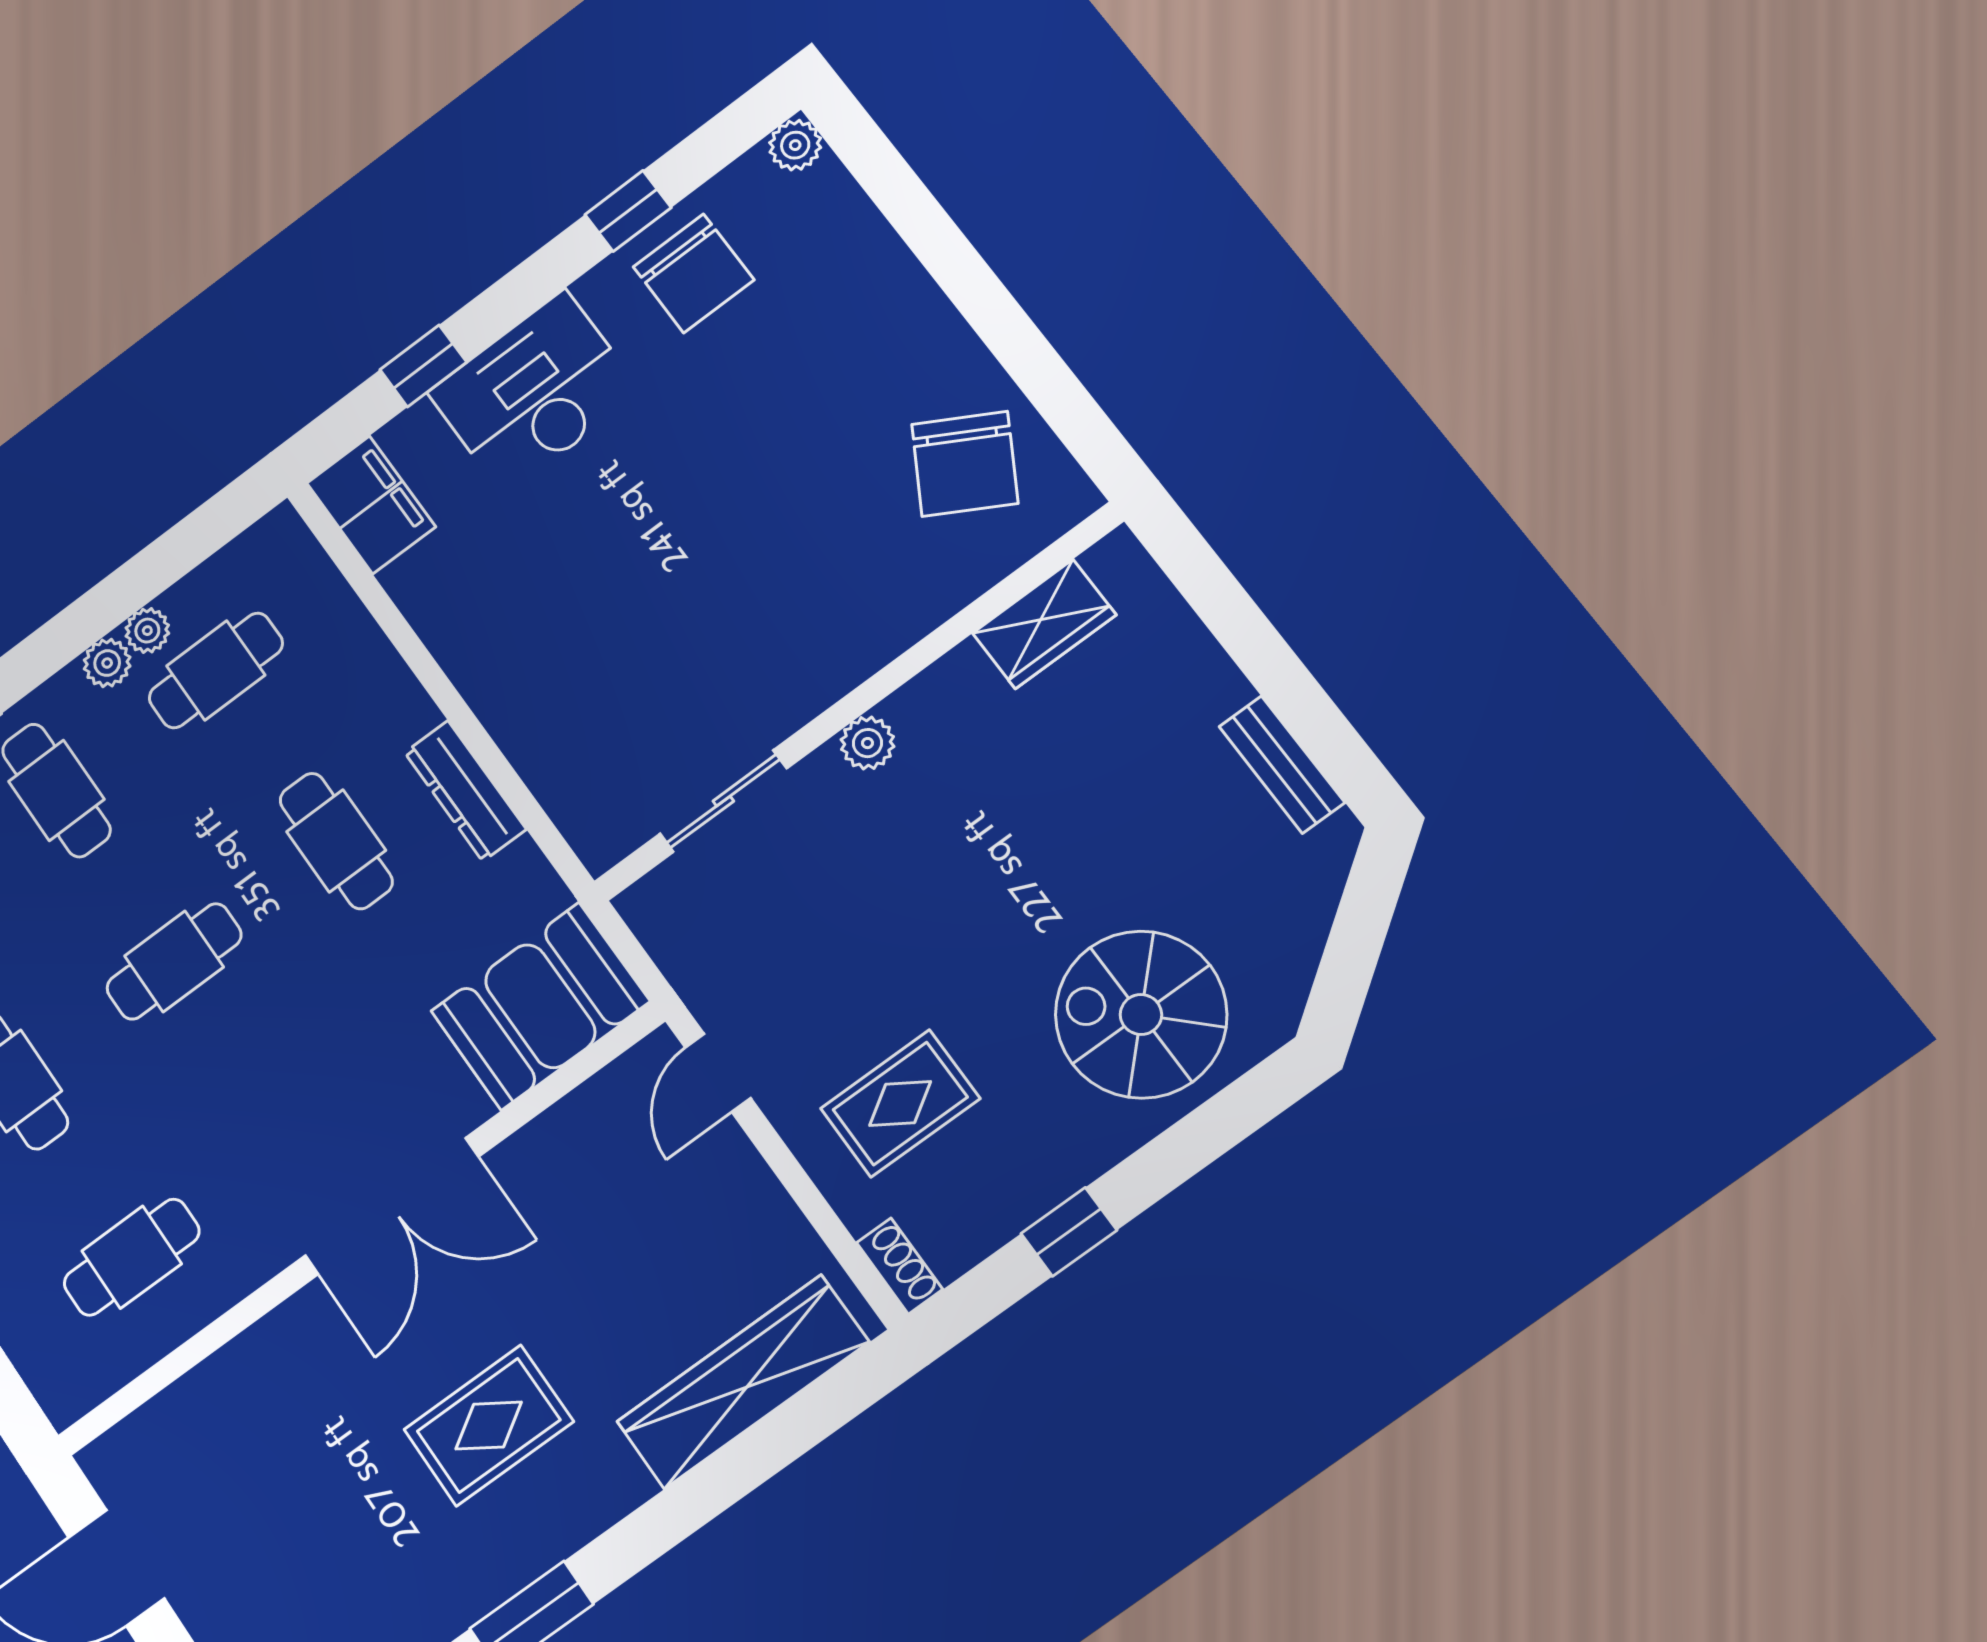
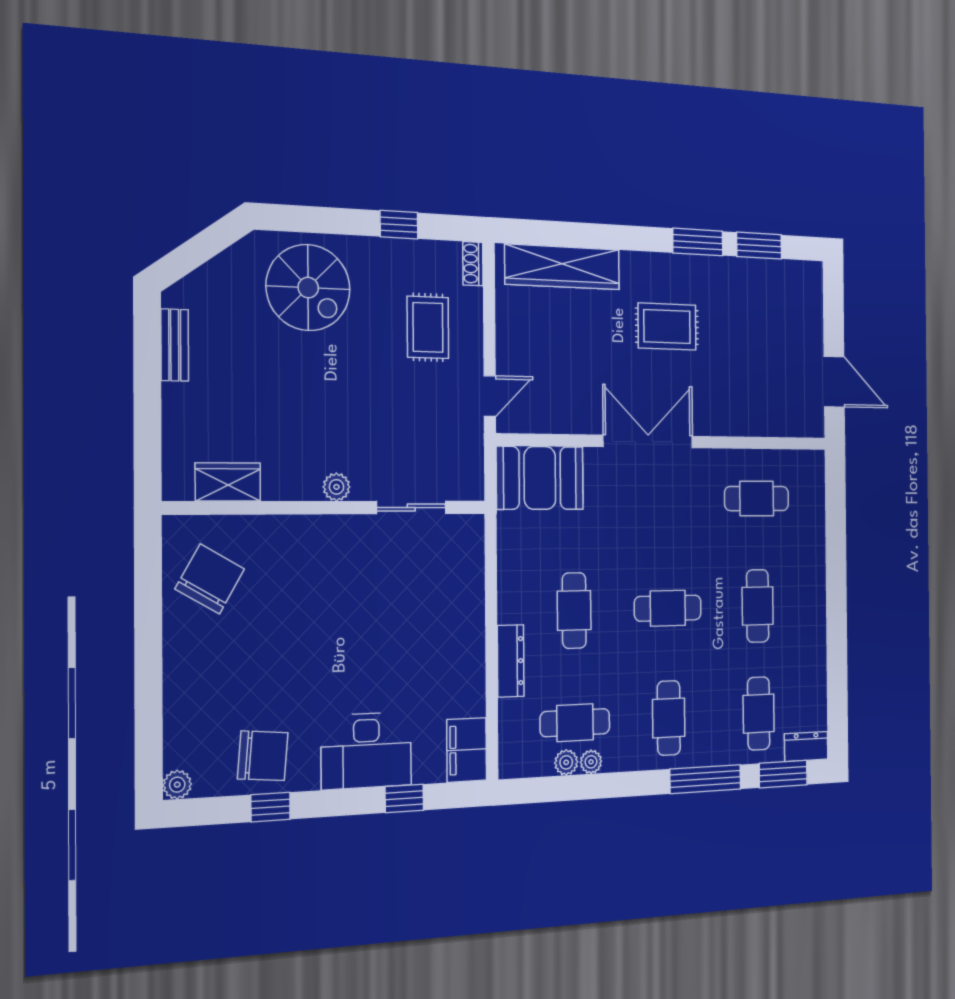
chair: (694, 273) -> (263, 756), turned 95
plant: (107, 663) -> (566, 762), moved
dresser: (465, 791) -> (511, 661), moved
rug: (900, 1103) -> (428, 327), turned 90

